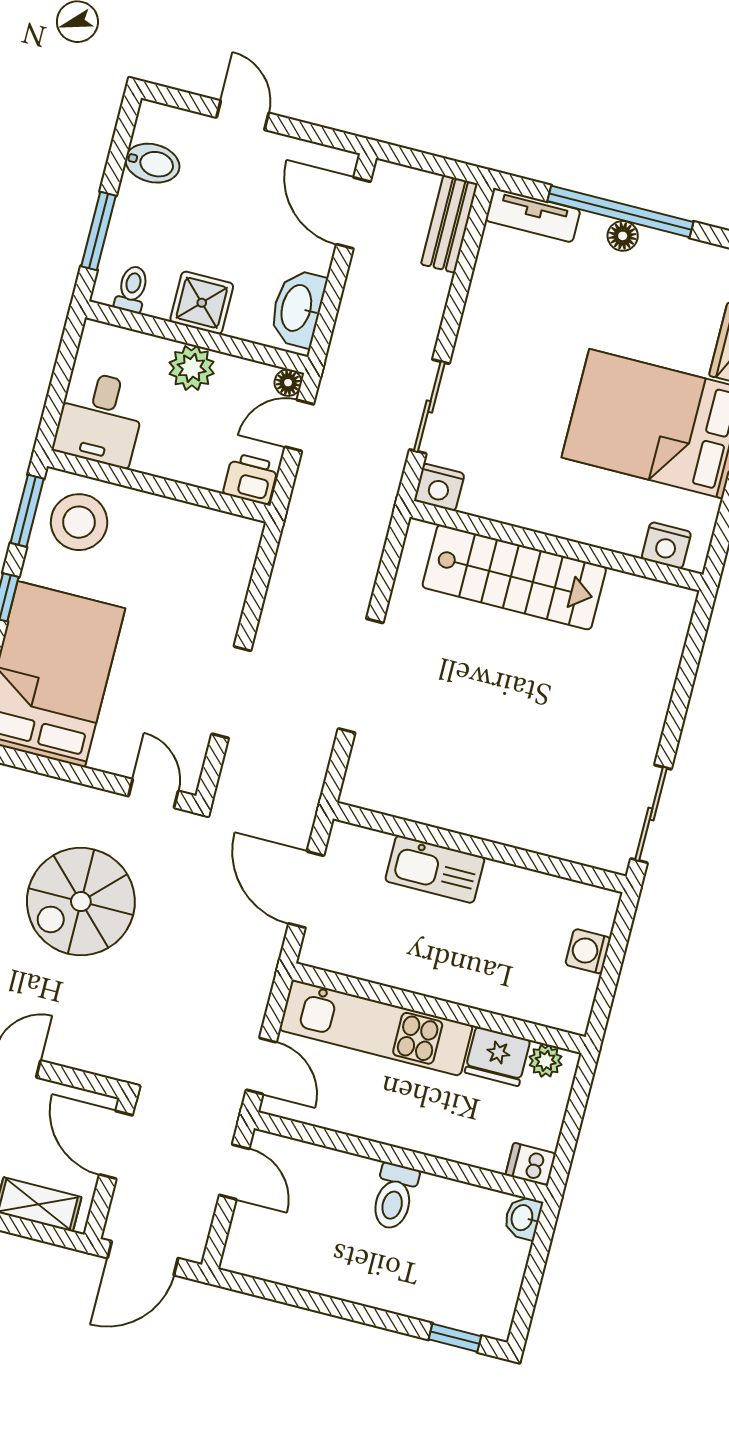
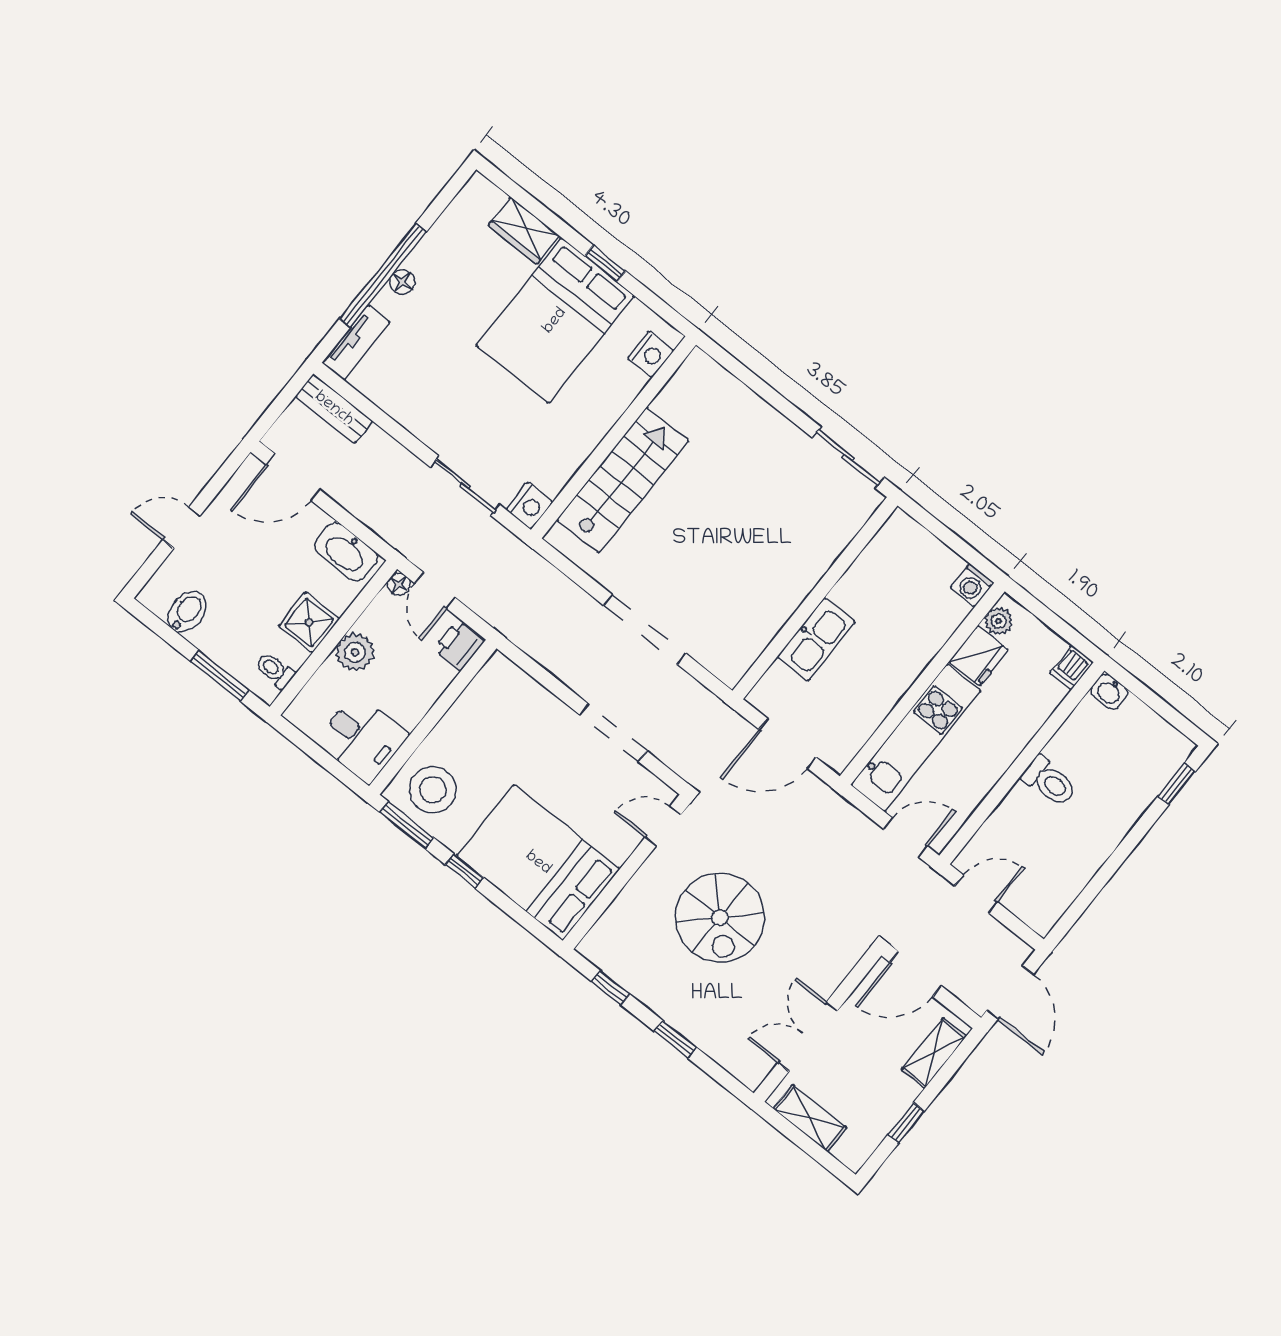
washing machine: (588, 951) -> (972, 585), moved

